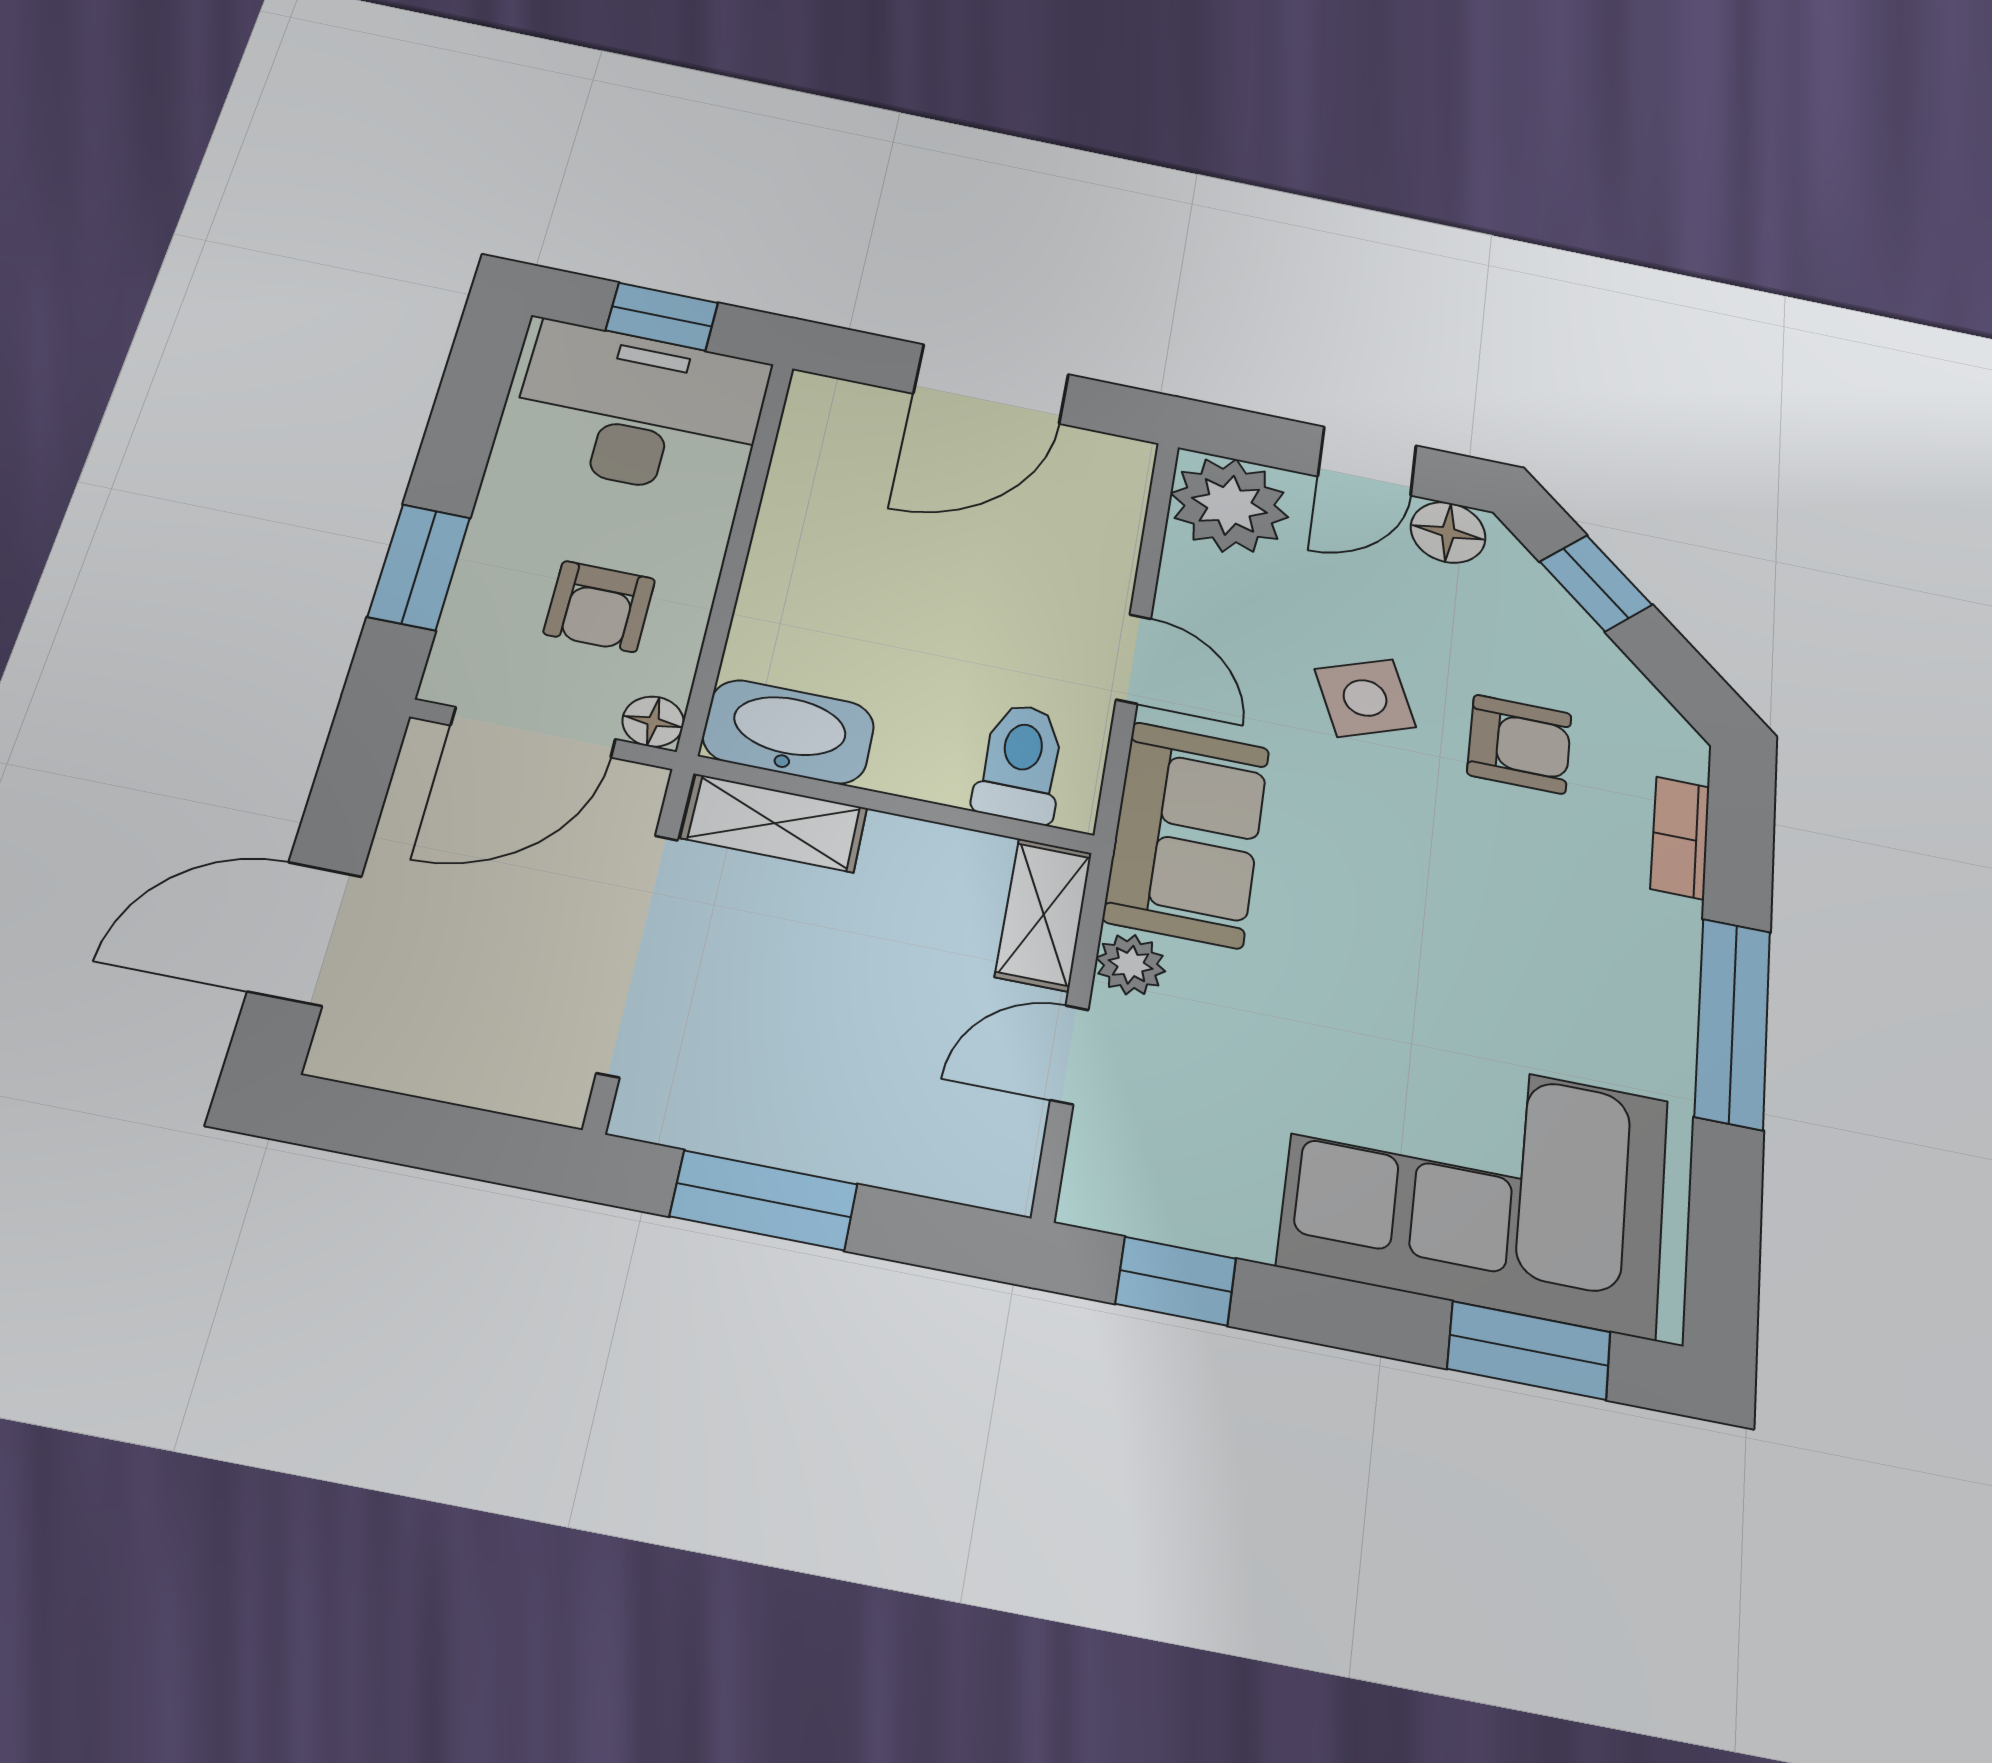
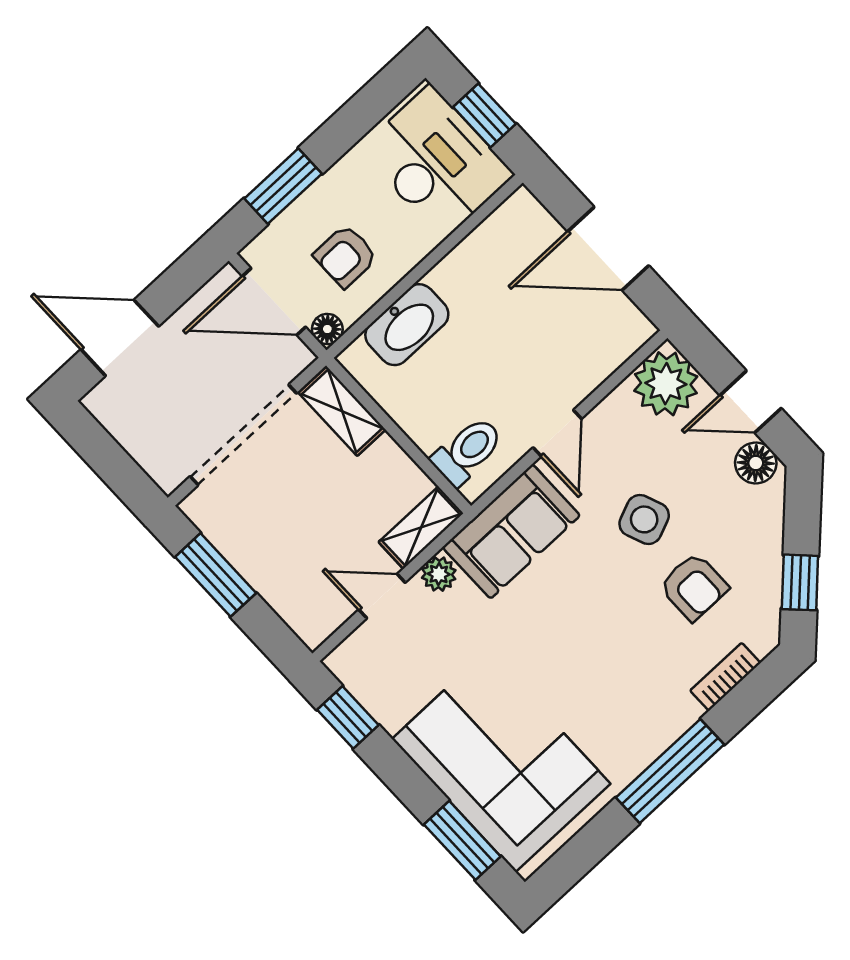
window: (1596, 583) -> (800, 582), moved
washbasin: (789, 732) -> (407, 325), moved, turned 90

